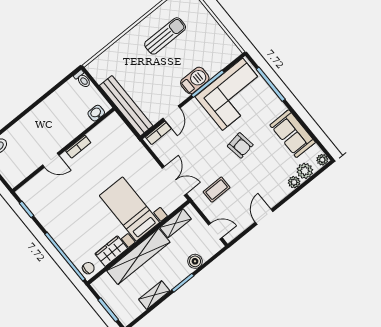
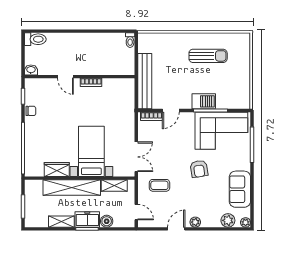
washbasin: (96, 113) -> (31, 70), moved
plant: (294, 182) -> (195, 222), moved
chair: (88, 268) -> (31, 111), moved
freezer: (176, 274) -> (87, 219), added

